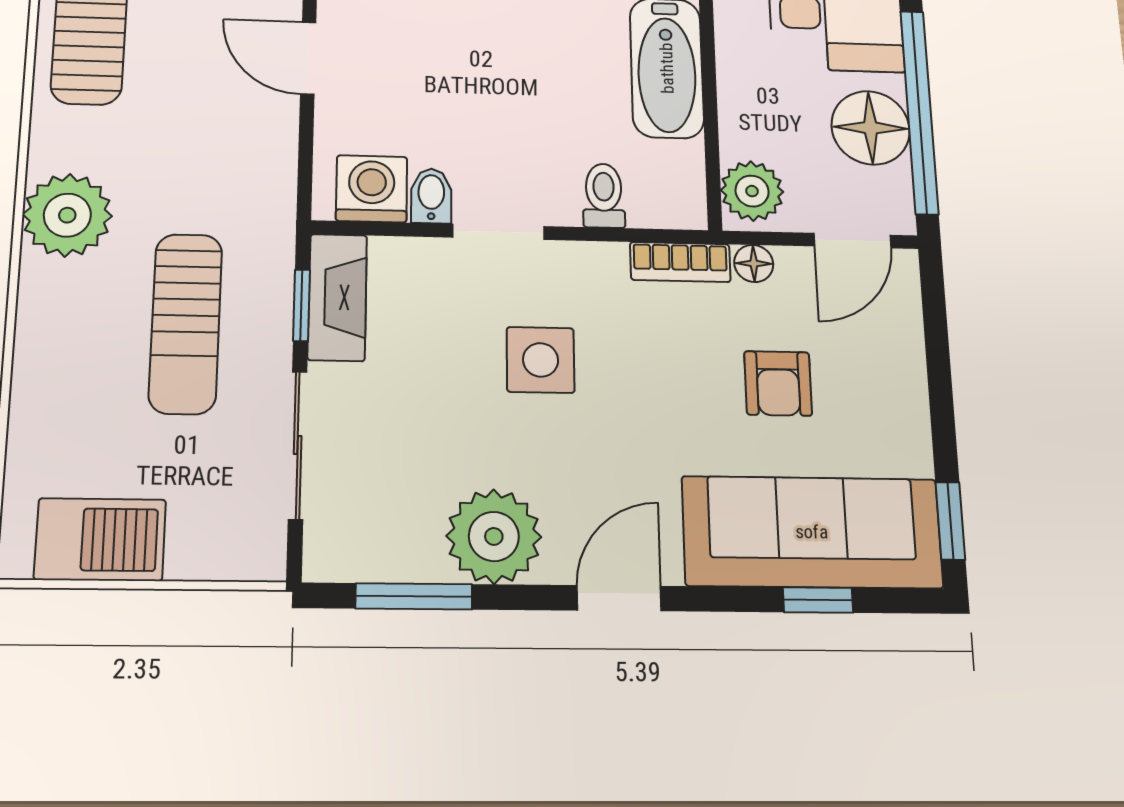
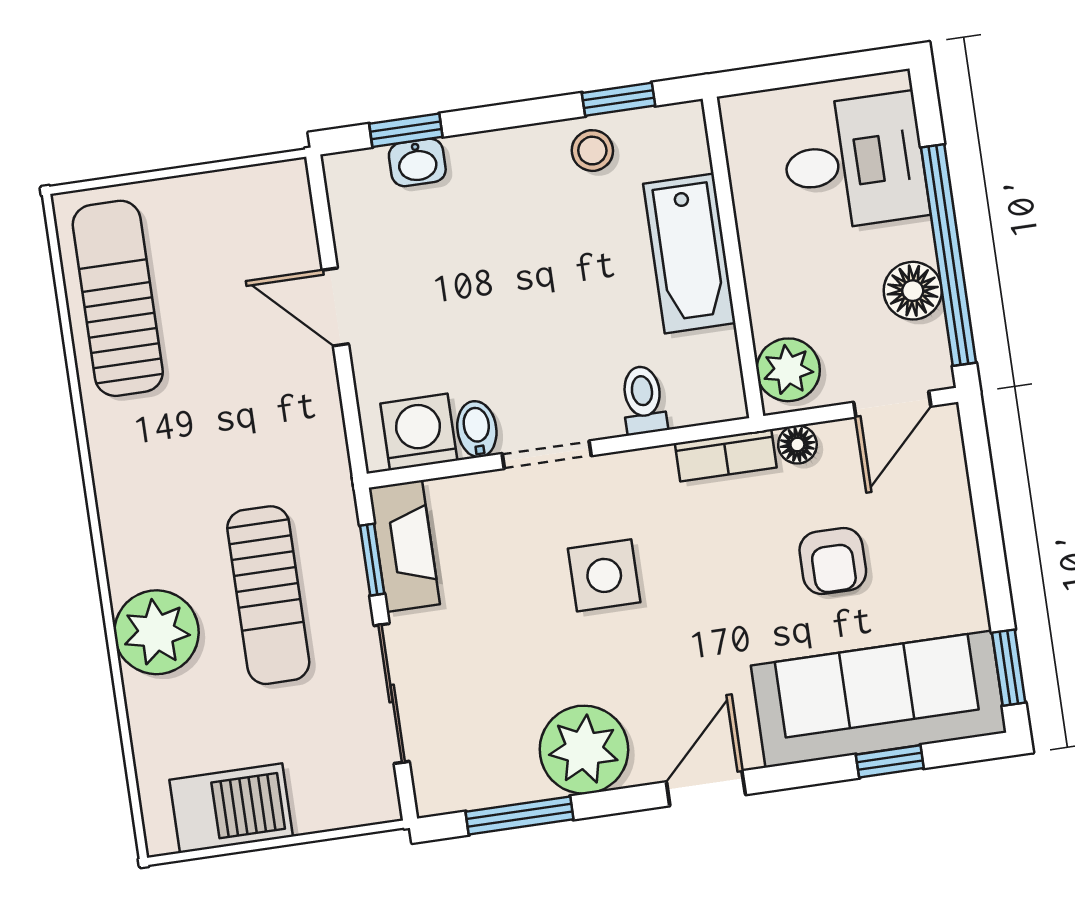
floor lamp: (871, 128) -> (913, 291), width x0.73, depth x0.73
plant: (67, 215) -> (156, 632), moved

